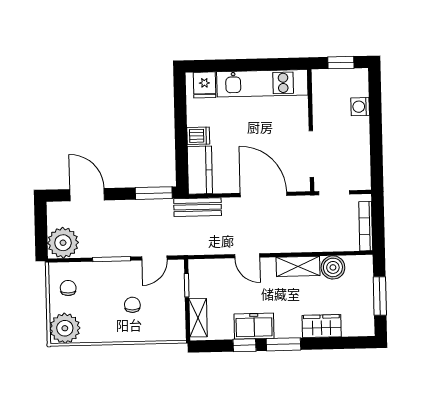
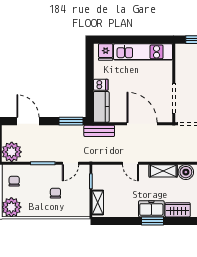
freezer: (254, 326) -> (151, 209), moved
window: (245, 345) -> (127, 221), removed

